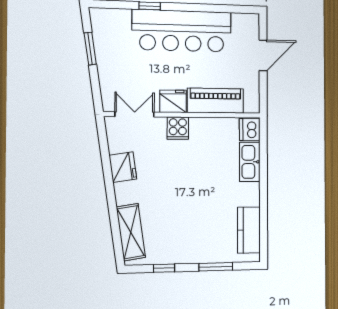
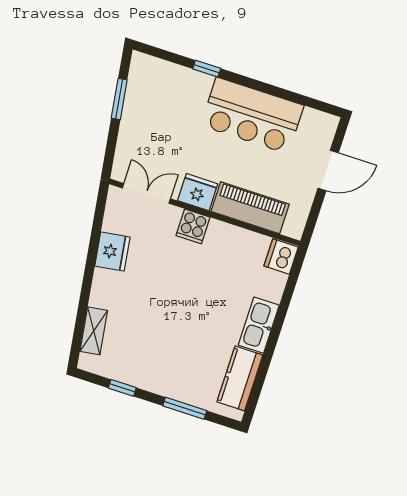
bar counter: (182, 31) -> (252, 115), width x0.73
kitchen sink: (250, 162) -> (259, 325), moved
shelving: (131, 232) -> (94, 331), width x0.67, depth x0.75

